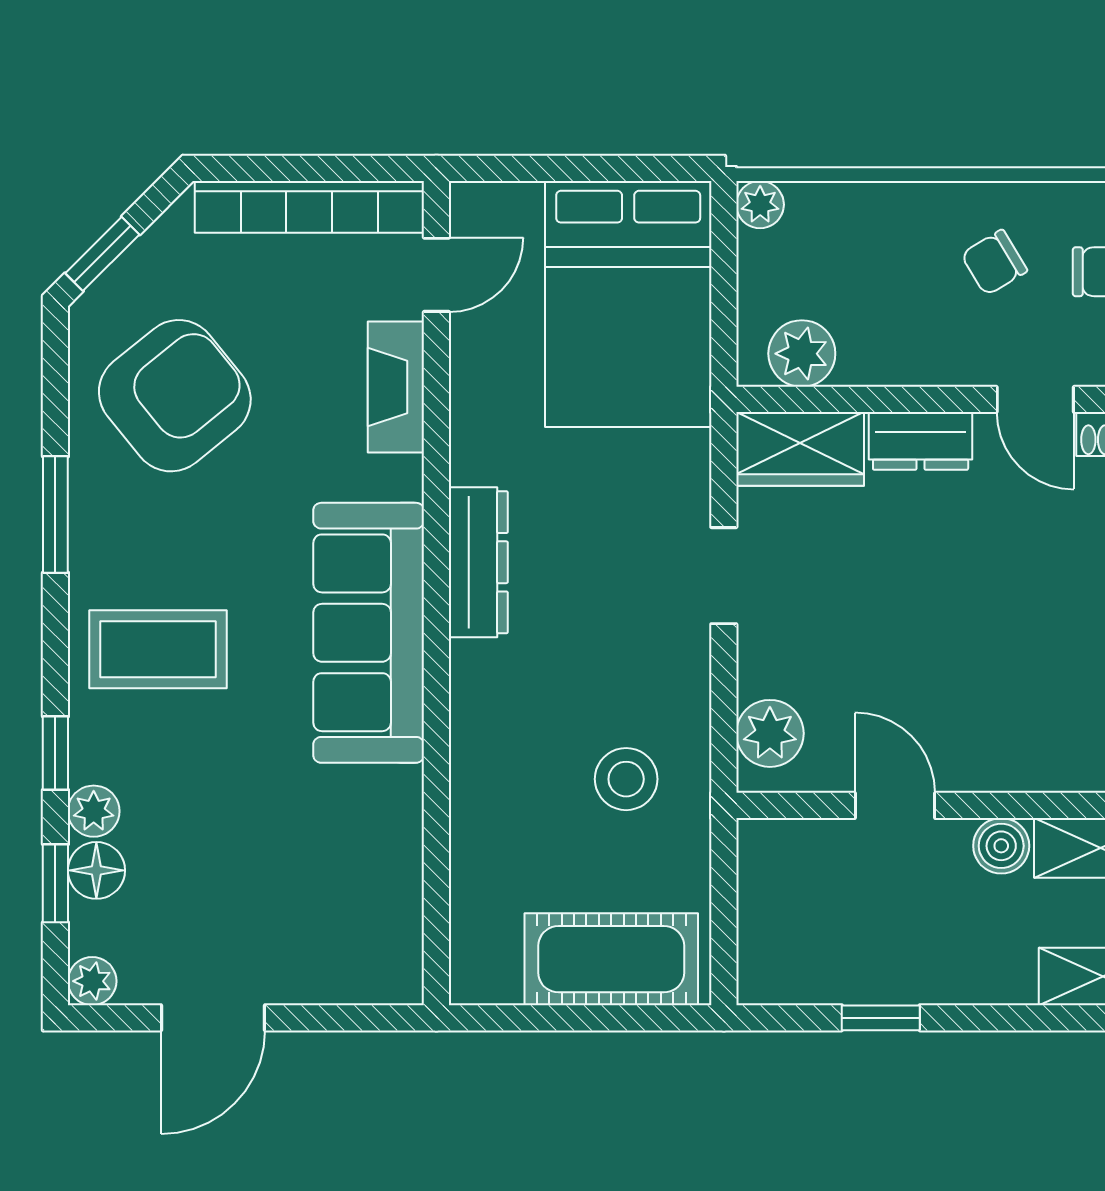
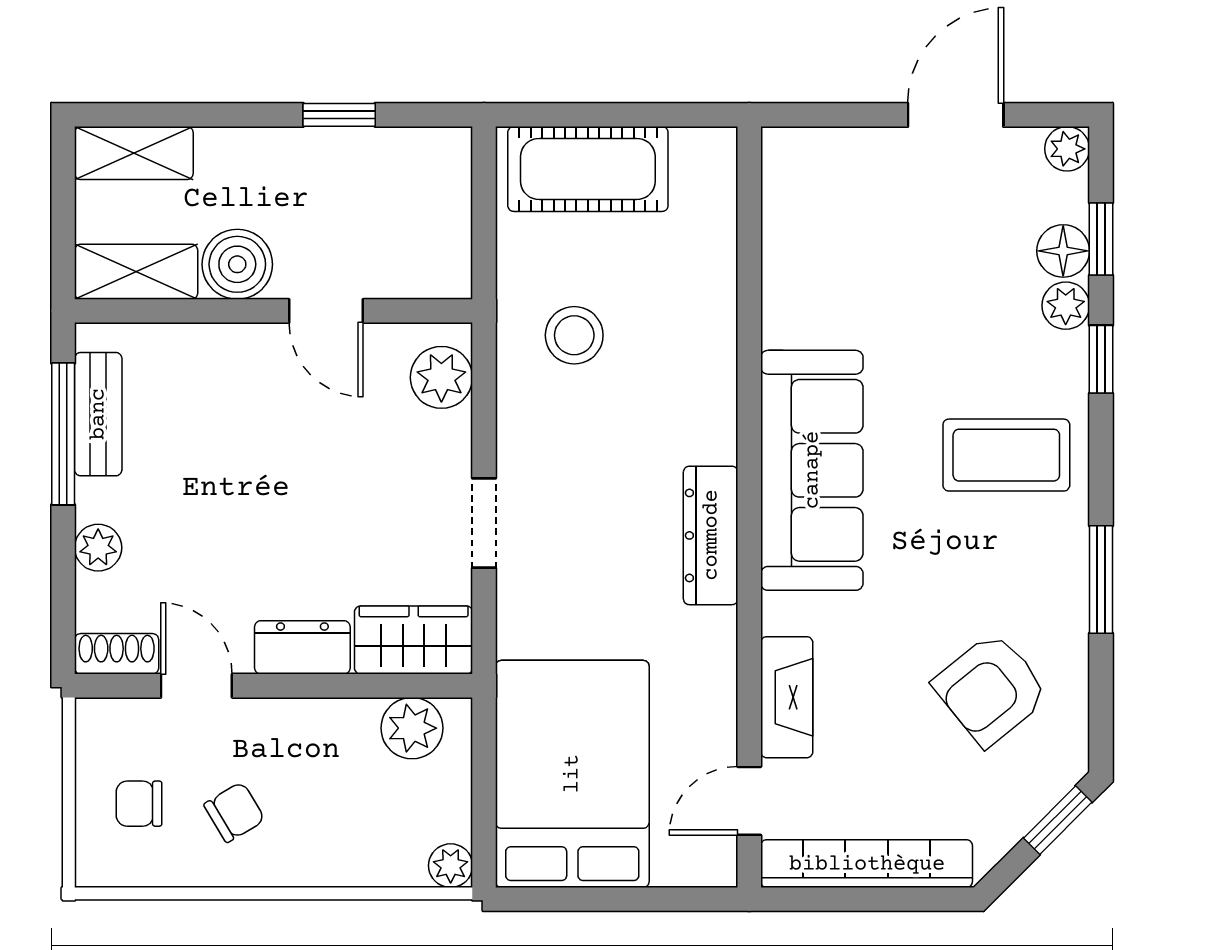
armchair: (175, 396) -> (991, 689), width x0.73, depth x0.73
boiler: (1001, 846) -> (237, 264), width x1.36, depth x1.36

